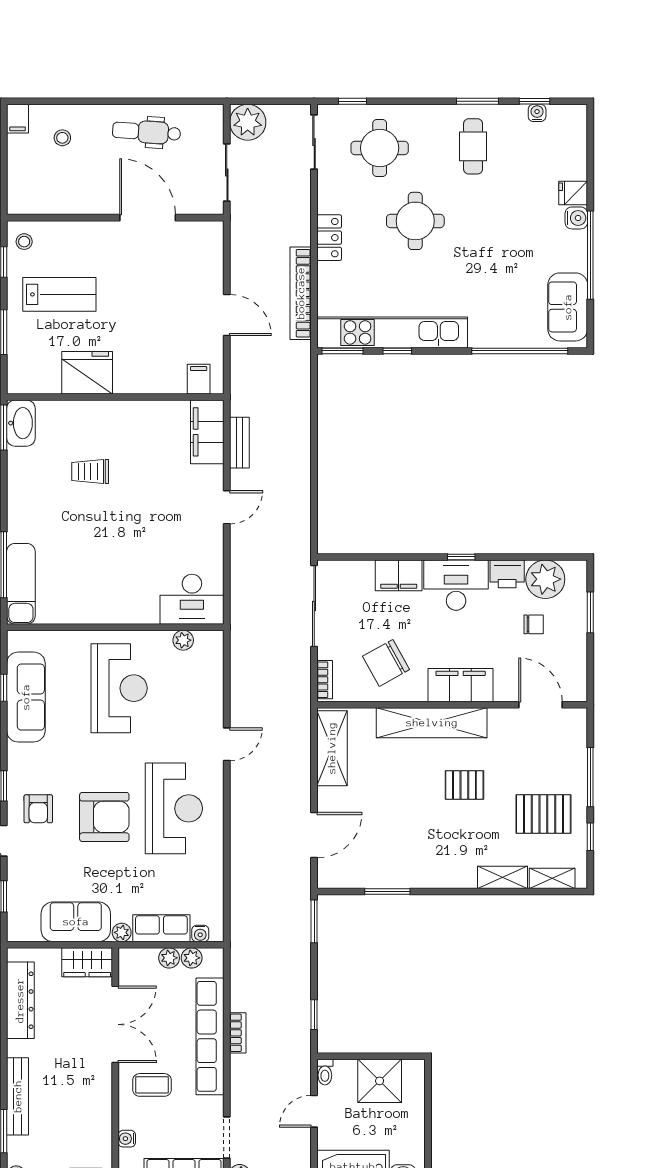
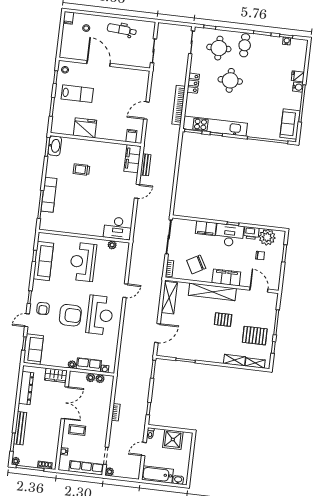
plant: (248, 122) -> (165, 31), removed
cafe table: (473, 146) -> (245, 45), moved
door: (148, 218) -> (98, 64), moved
door: (227, 315) -> (146, 111), swing flipped
exam couch: (21, 584) -> (49, 195), moved
reception desk: (119, 688) -> (83, 262), turned 180
sofa: (76, 922) -> (33, 349), moved, turned 90
row of seats: (210, 1036) -> (104, 412), removed

